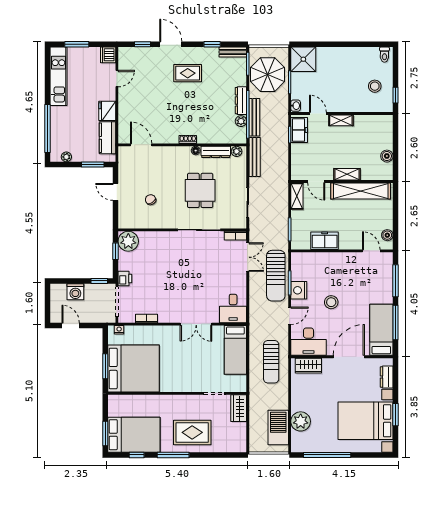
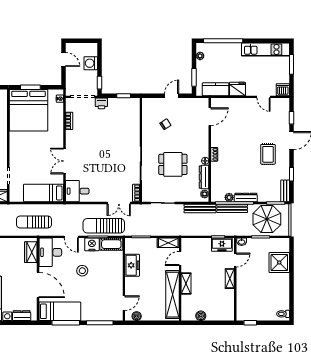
shower: (303, 59) -> (279, 263), moved
stool: (375, 86) -> (257, 306), removed
plant: (128, 241) -> (132, 106), removed
cot: (298, 266) -> (111, 244), added
door: (71, 325) -> (63, 59), hinge flipped

